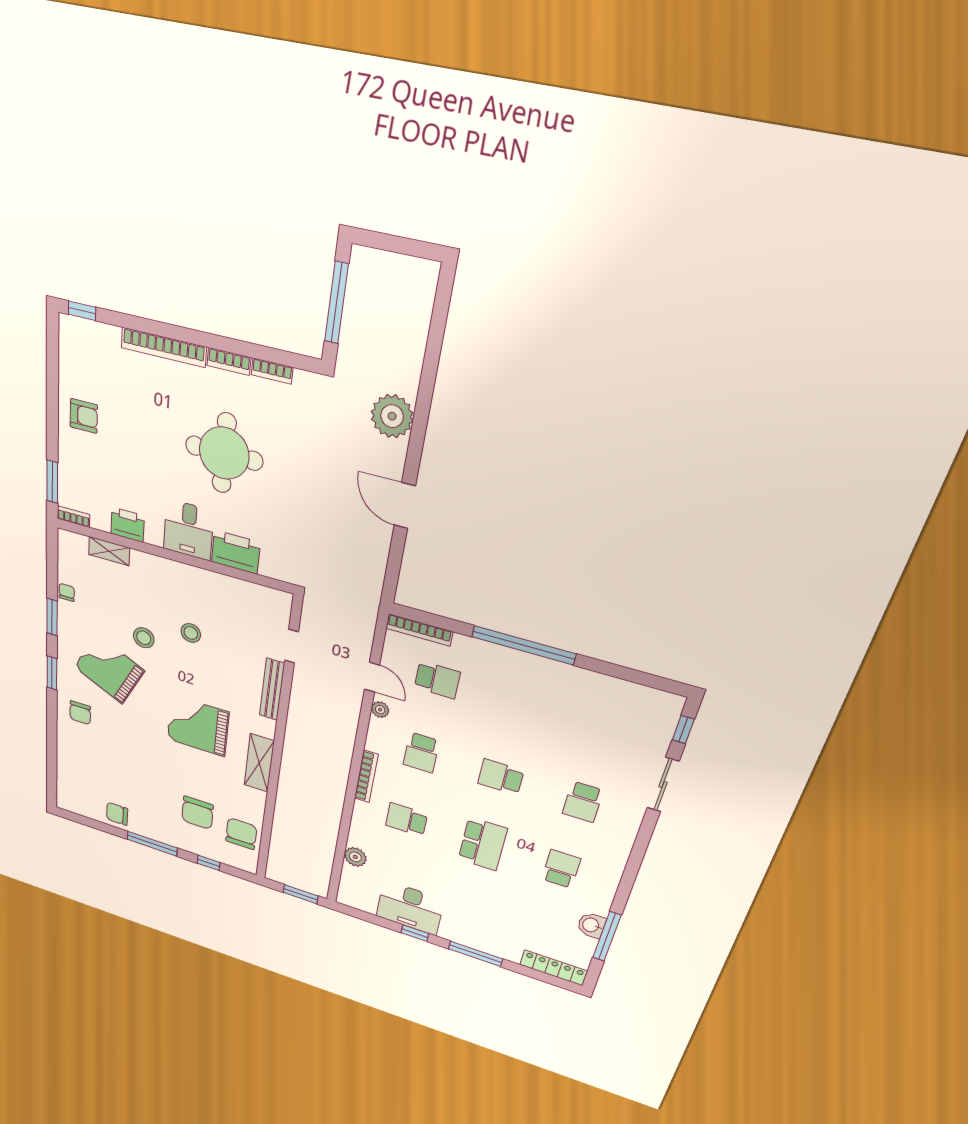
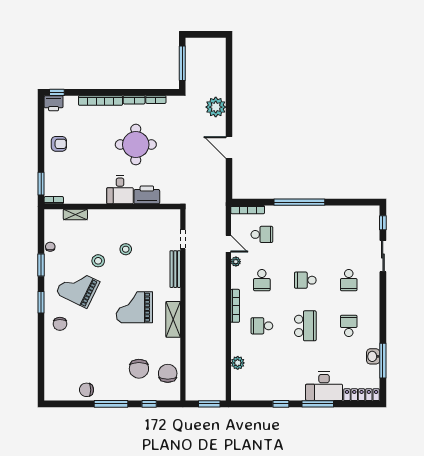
printer: (128, 525) -> (54, 103), moved, turned 180
desk: (410, 908) -> (324, 386), moved

